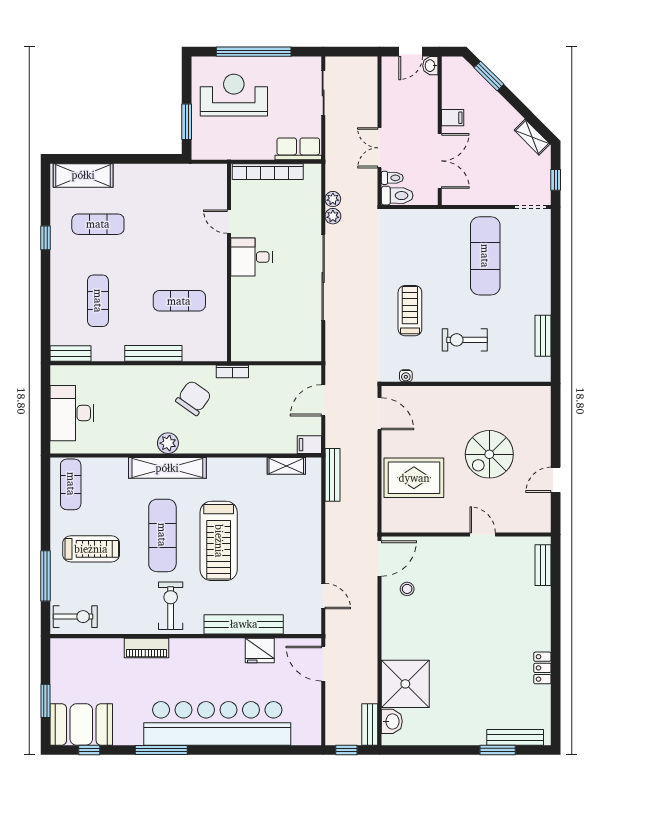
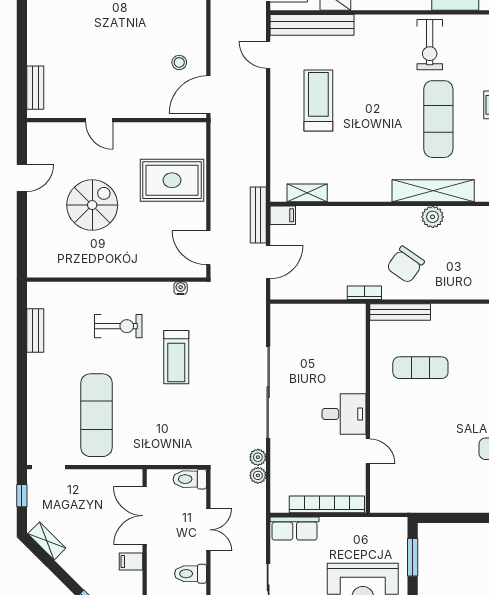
toilet: (392, 178) -> (190, 574), moved, width x1.37, depth x1.39
bench: (153, 353) -> (400, 312), moved
bench: (332, 475) -> (258, 215), moved
treadmill: (219, 541) -> (318, 100), moved, width x0.73, depth x0.73
bench: (244, 624) -> (312, 25), moved

